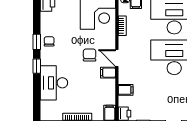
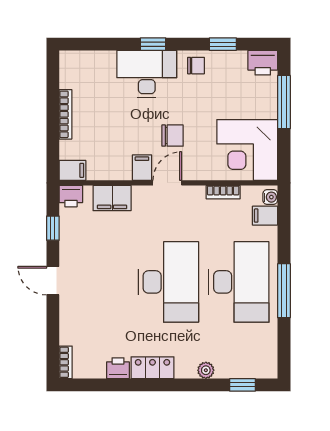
window: (37, 42) -> (223, 44), moved
desk: (54, 83) -> (147, 74), moved
filing cabinet: (126, 90) -> (112, 198), width x2.00

